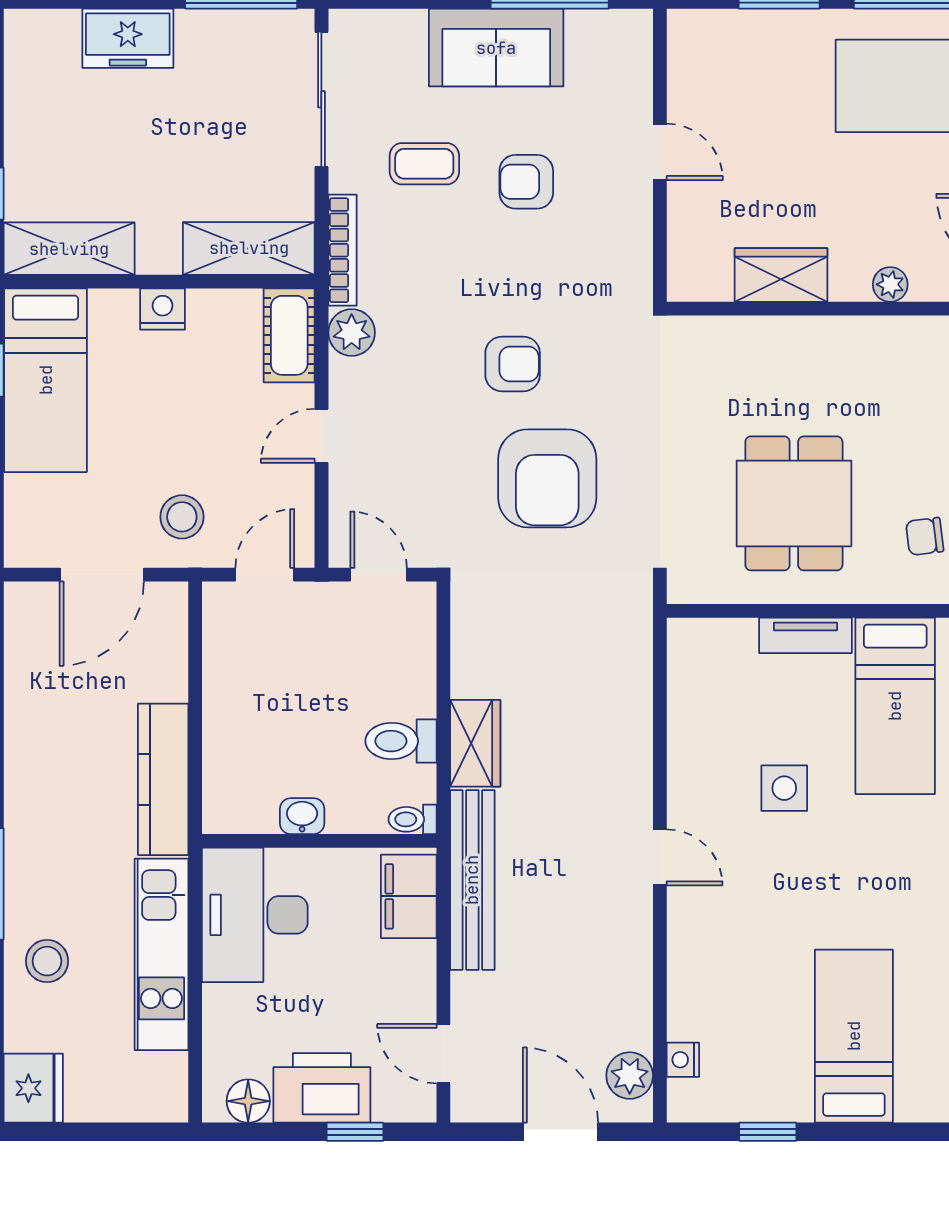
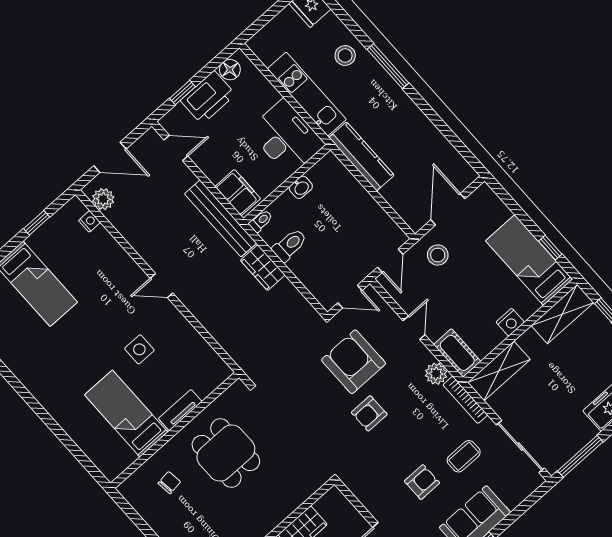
armchair: (547, 478) -> (354, 362), moved

